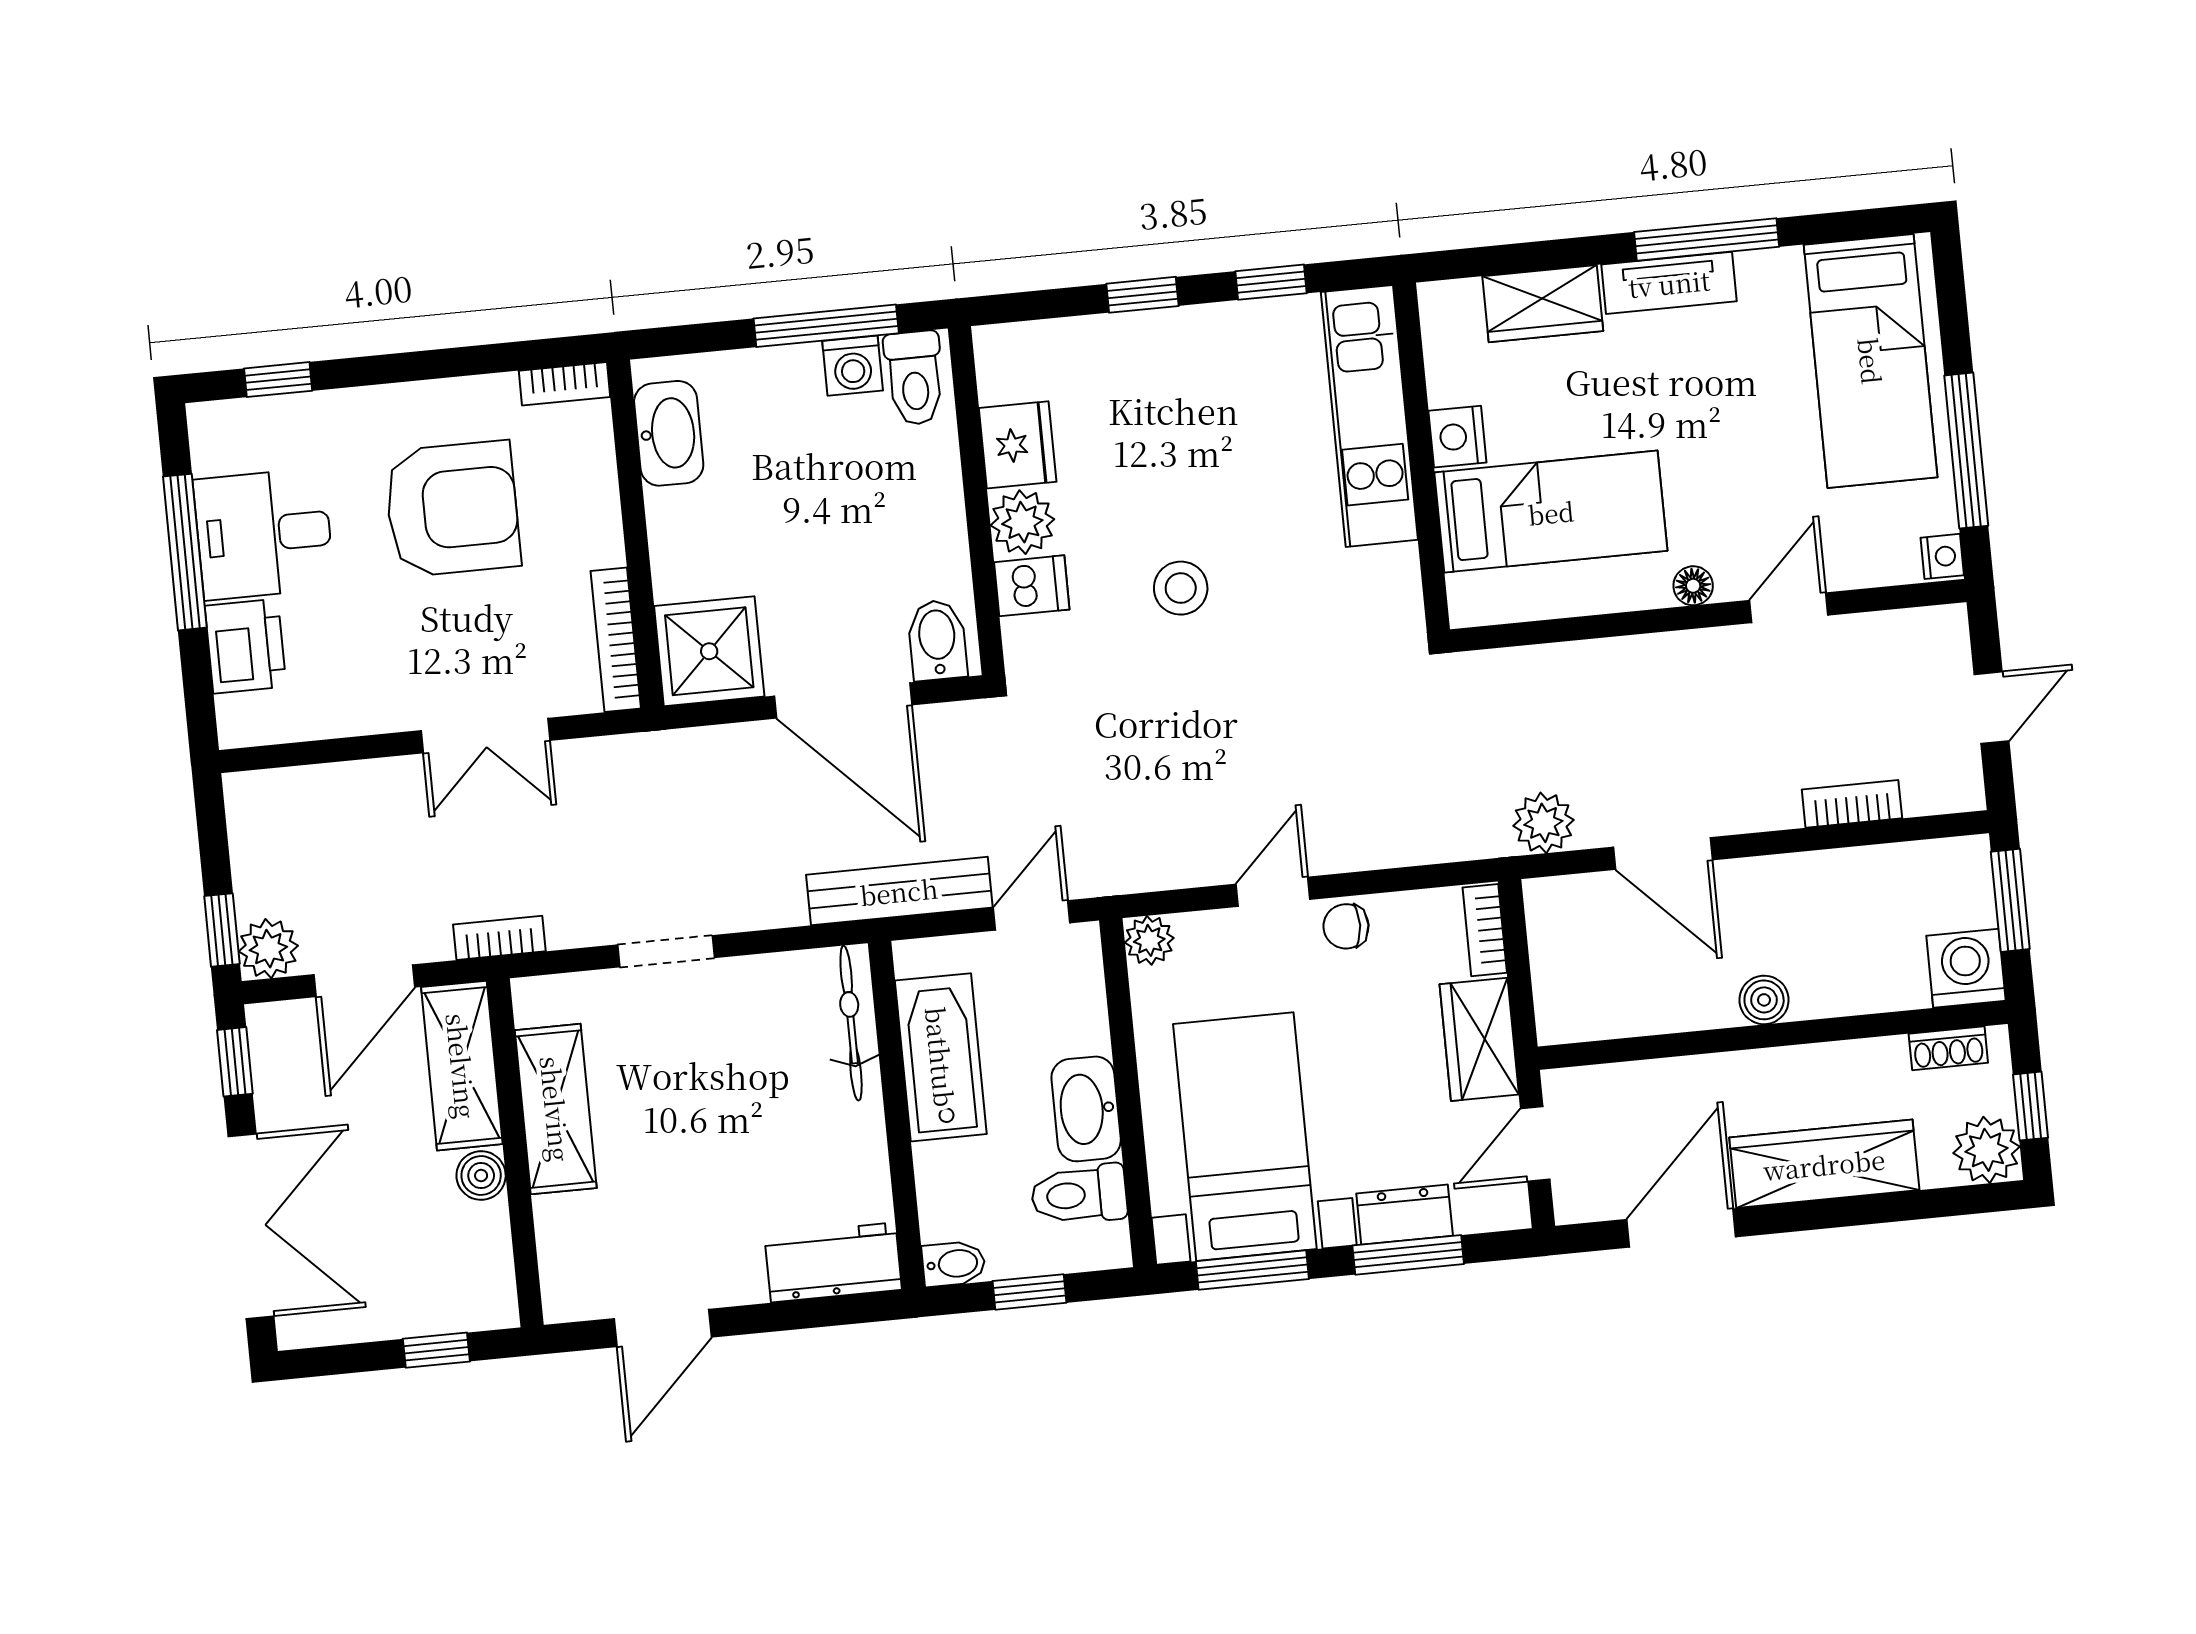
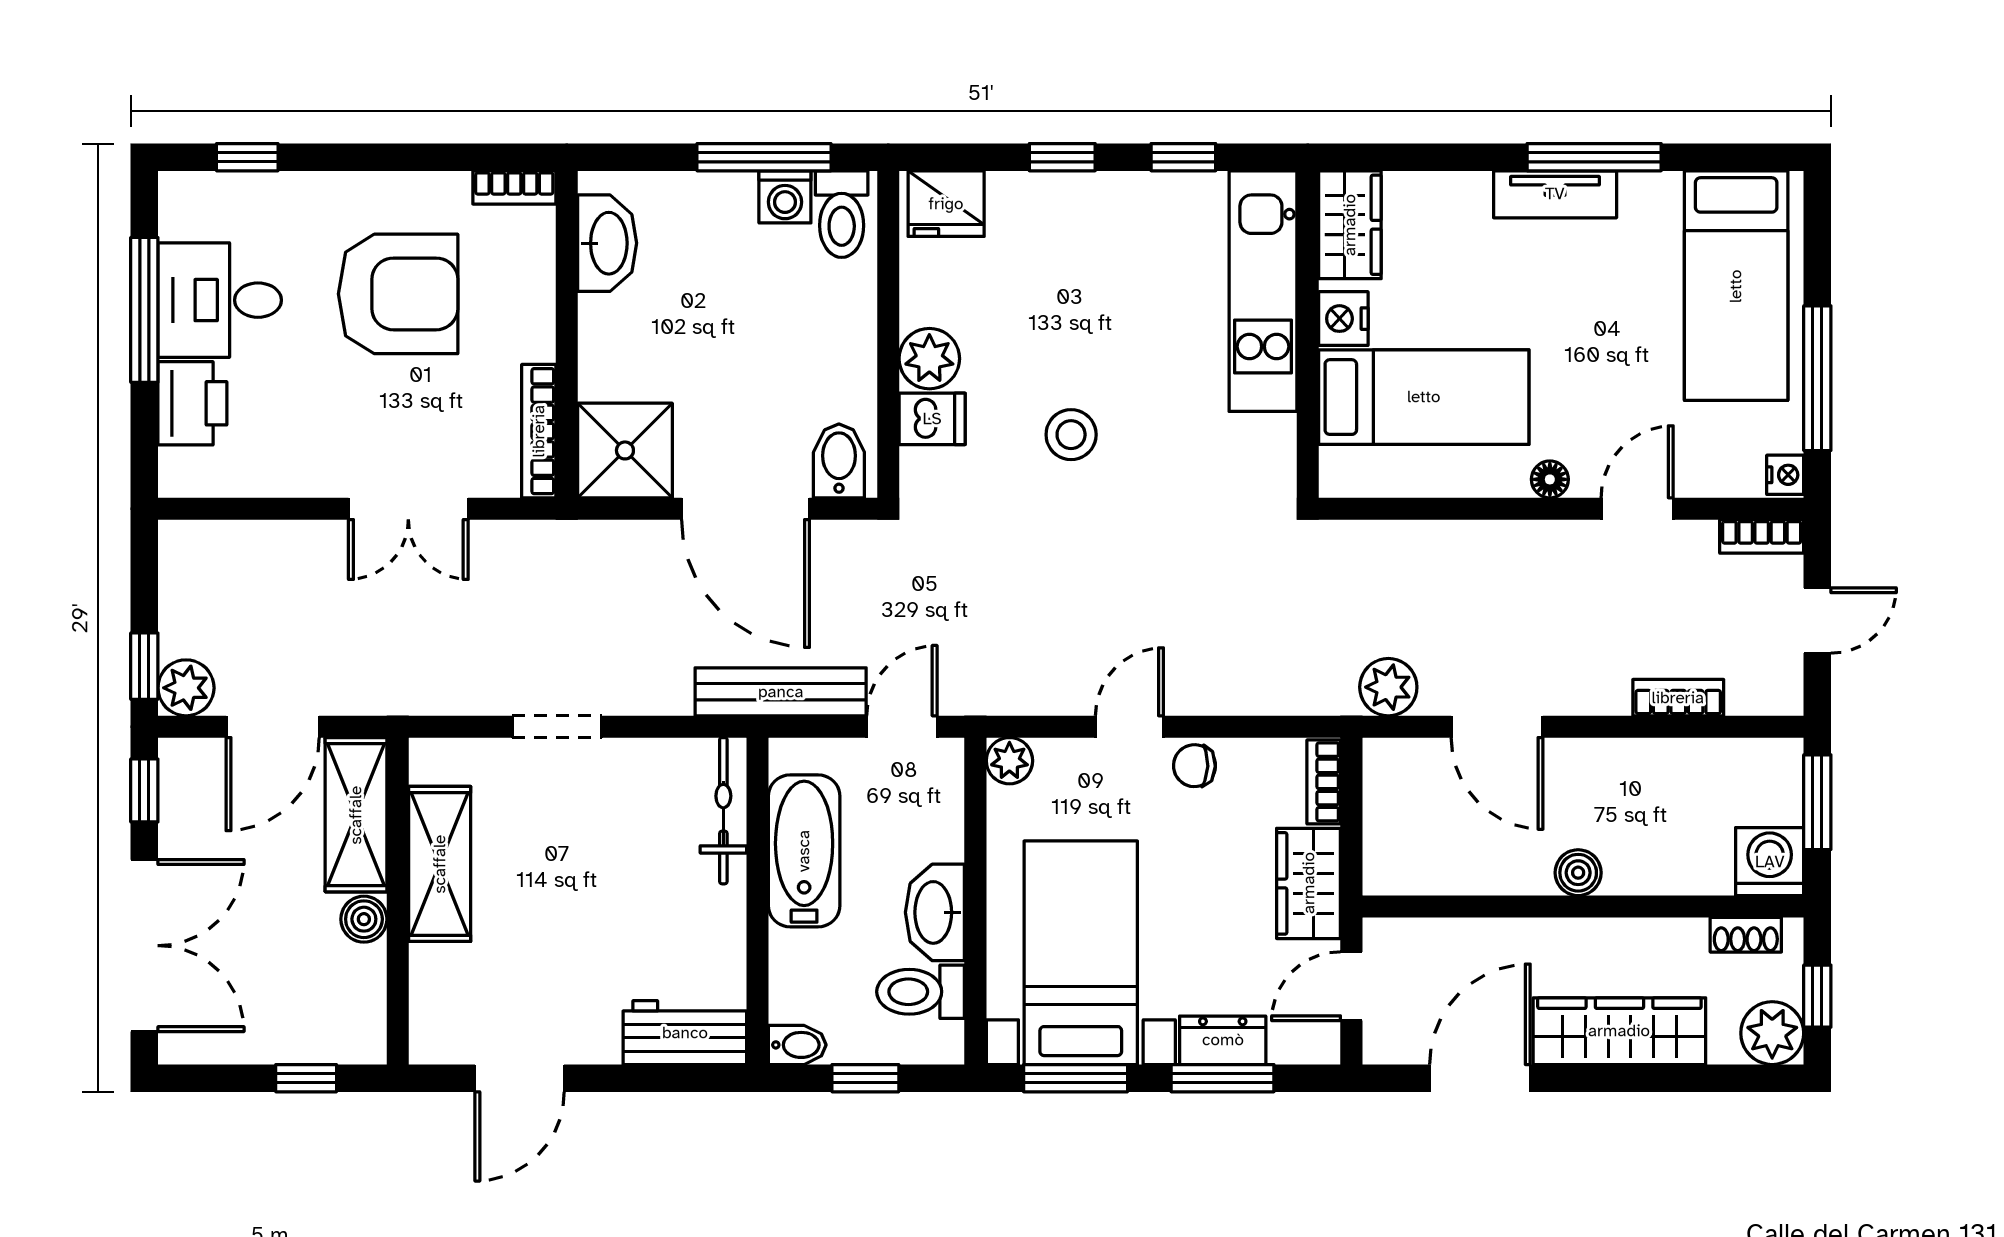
wardrobe: (1543, 304) -> (1350, 225), moved, turned -90
fridge: (1018, 445) -> (946, 204), moved, turned 90
bookcase: (499, 938) -> (1762, 536), moved, turned 180

